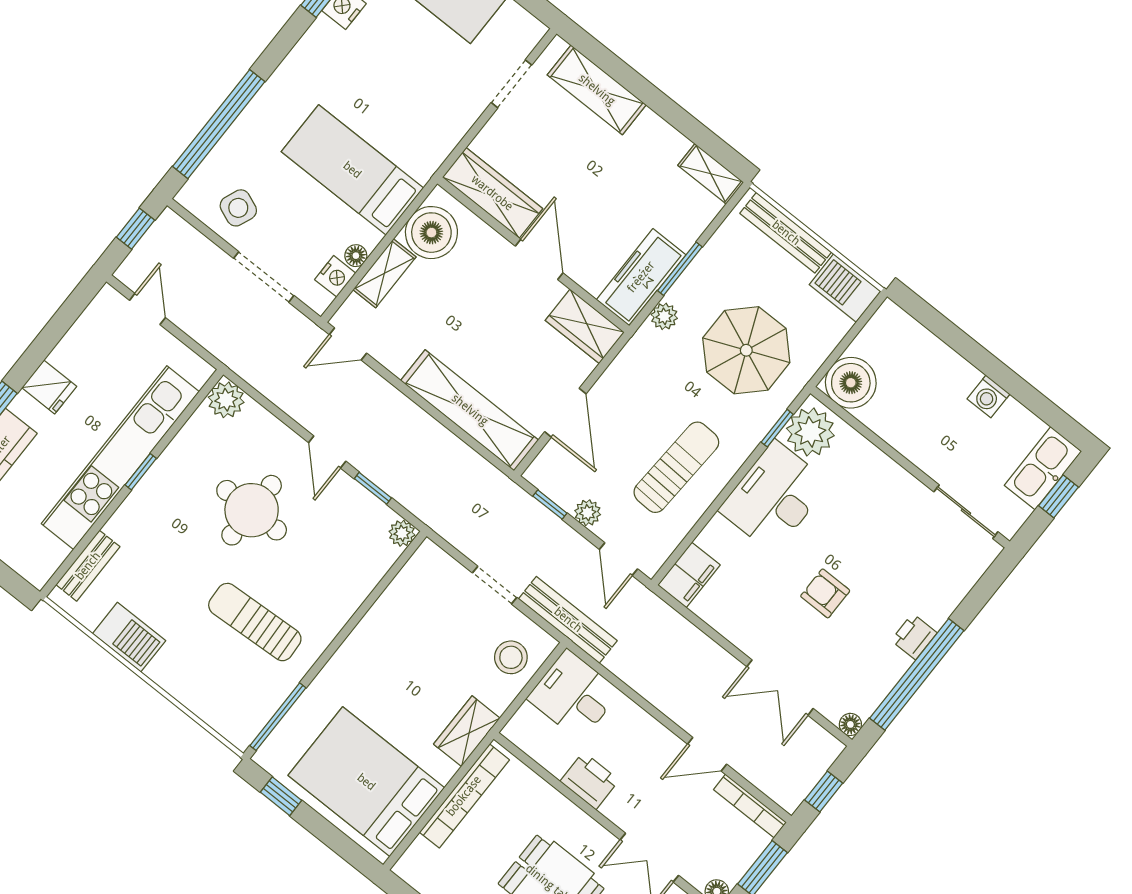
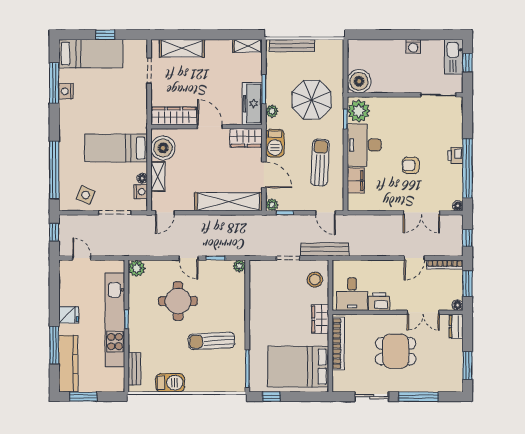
barbecue: (845, 288) -> (275, 143), moved, turned -90
plant: (588, 513) -> (272, 205), moved
filing cabinet: (689, 575) -> (356, 181), moved
desk: (574, 695) -> (352, 294), moved, turned -90

